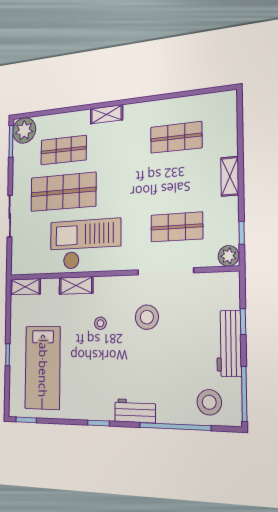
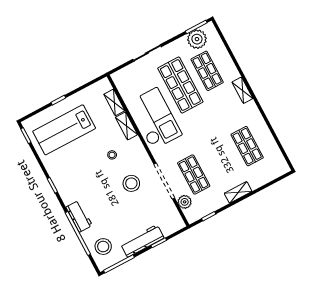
plant: (24, 130) -> (197, 39), moved
plant: (228, 256) -> (185, 202), moved
shelving: (25, 287) -> (114, 102), moved
workbench: (135, 411) -> (79, 216), moved

